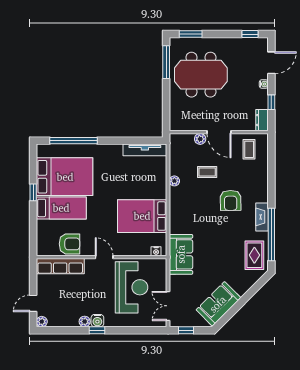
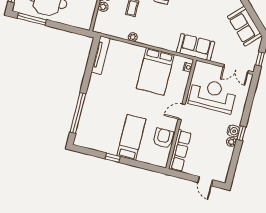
bed: (65, 177) -> (106, 128), removed
plant: (42, 322) -> (222, 178), removed

